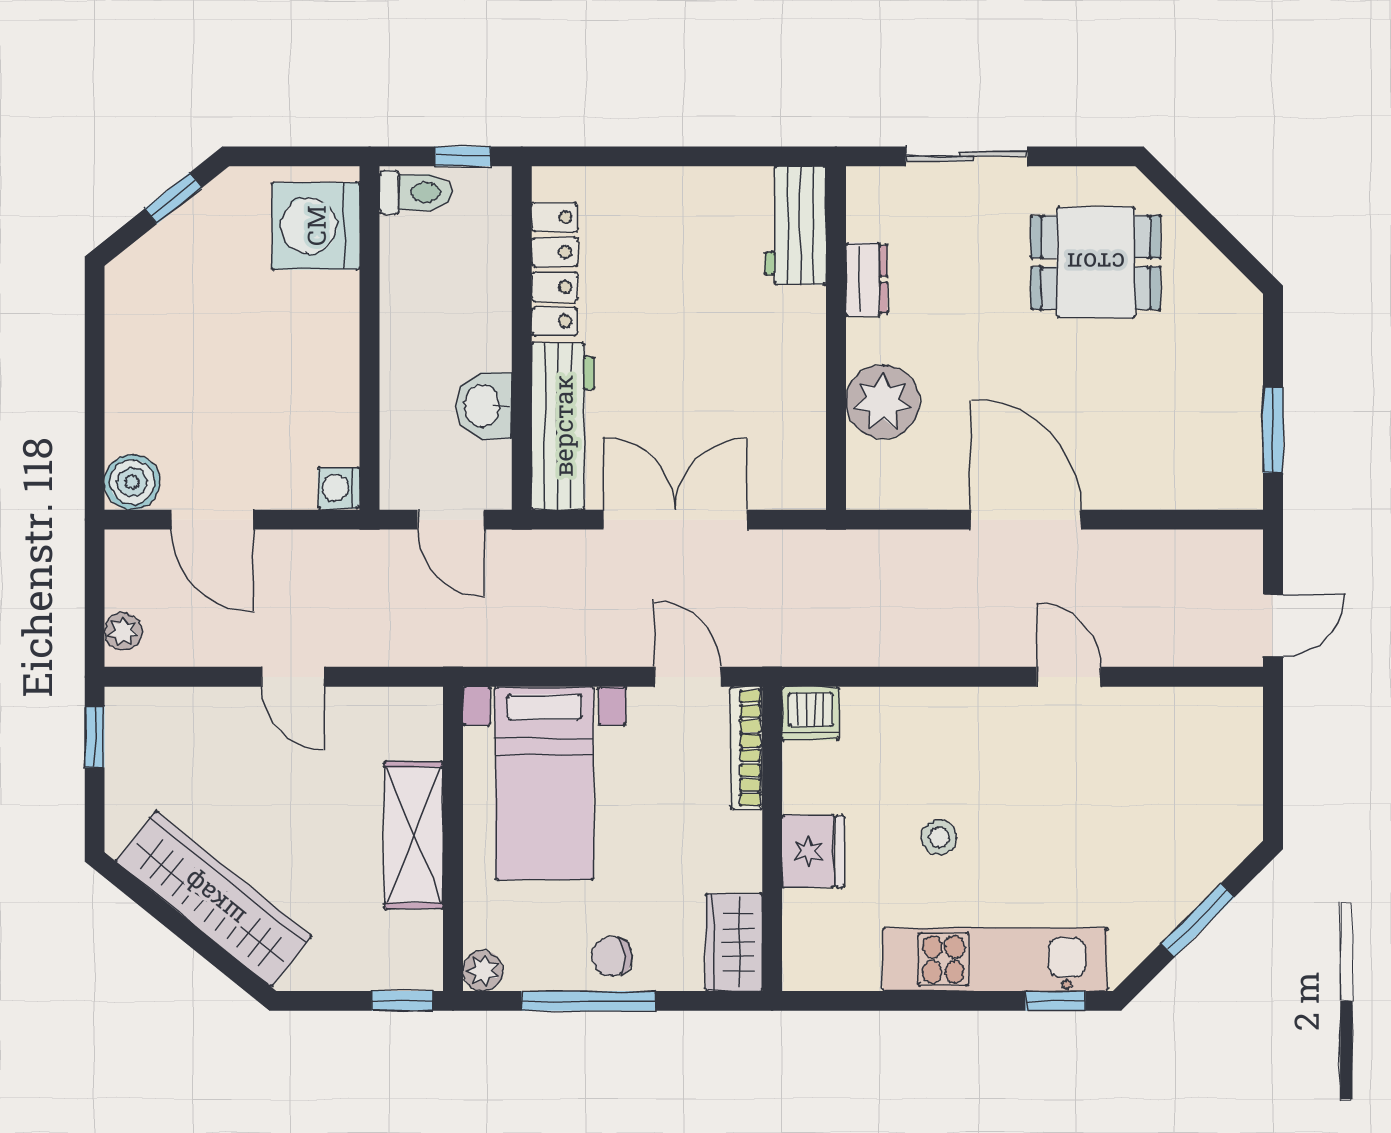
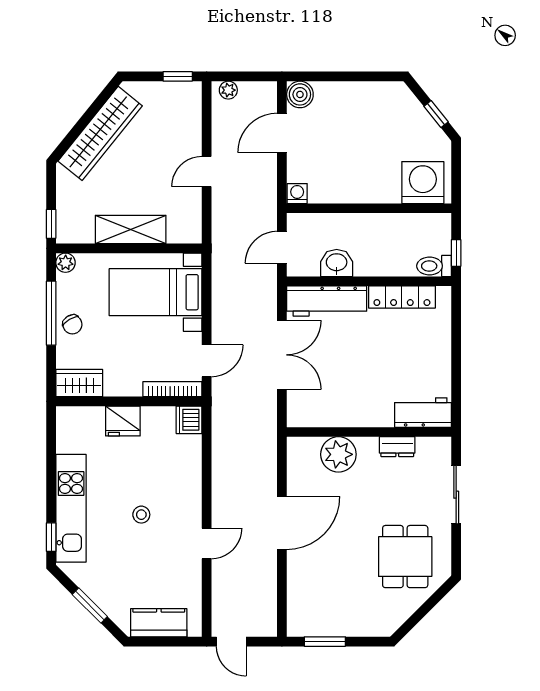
toilet: (416, 192) -> (434, 266), moved, turned 90
kitchen counter: (1234, 776) -> (159, 623), added
stool: (939, 837) -> (141, 515), moved
chair: (612, 956) -> (72, 324), turned 153

